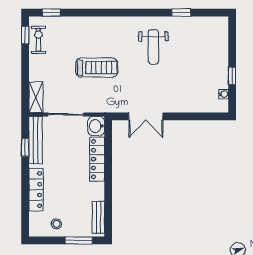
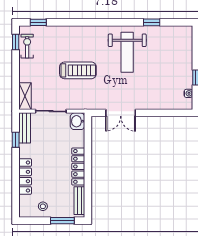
weight bench: (153, 47) -> (127, 52), width x1.36, depth x1.33
bench: (36, 140) -> (25, 128), width x0.73
locker: (97, 159) -> (78, 166), moved

